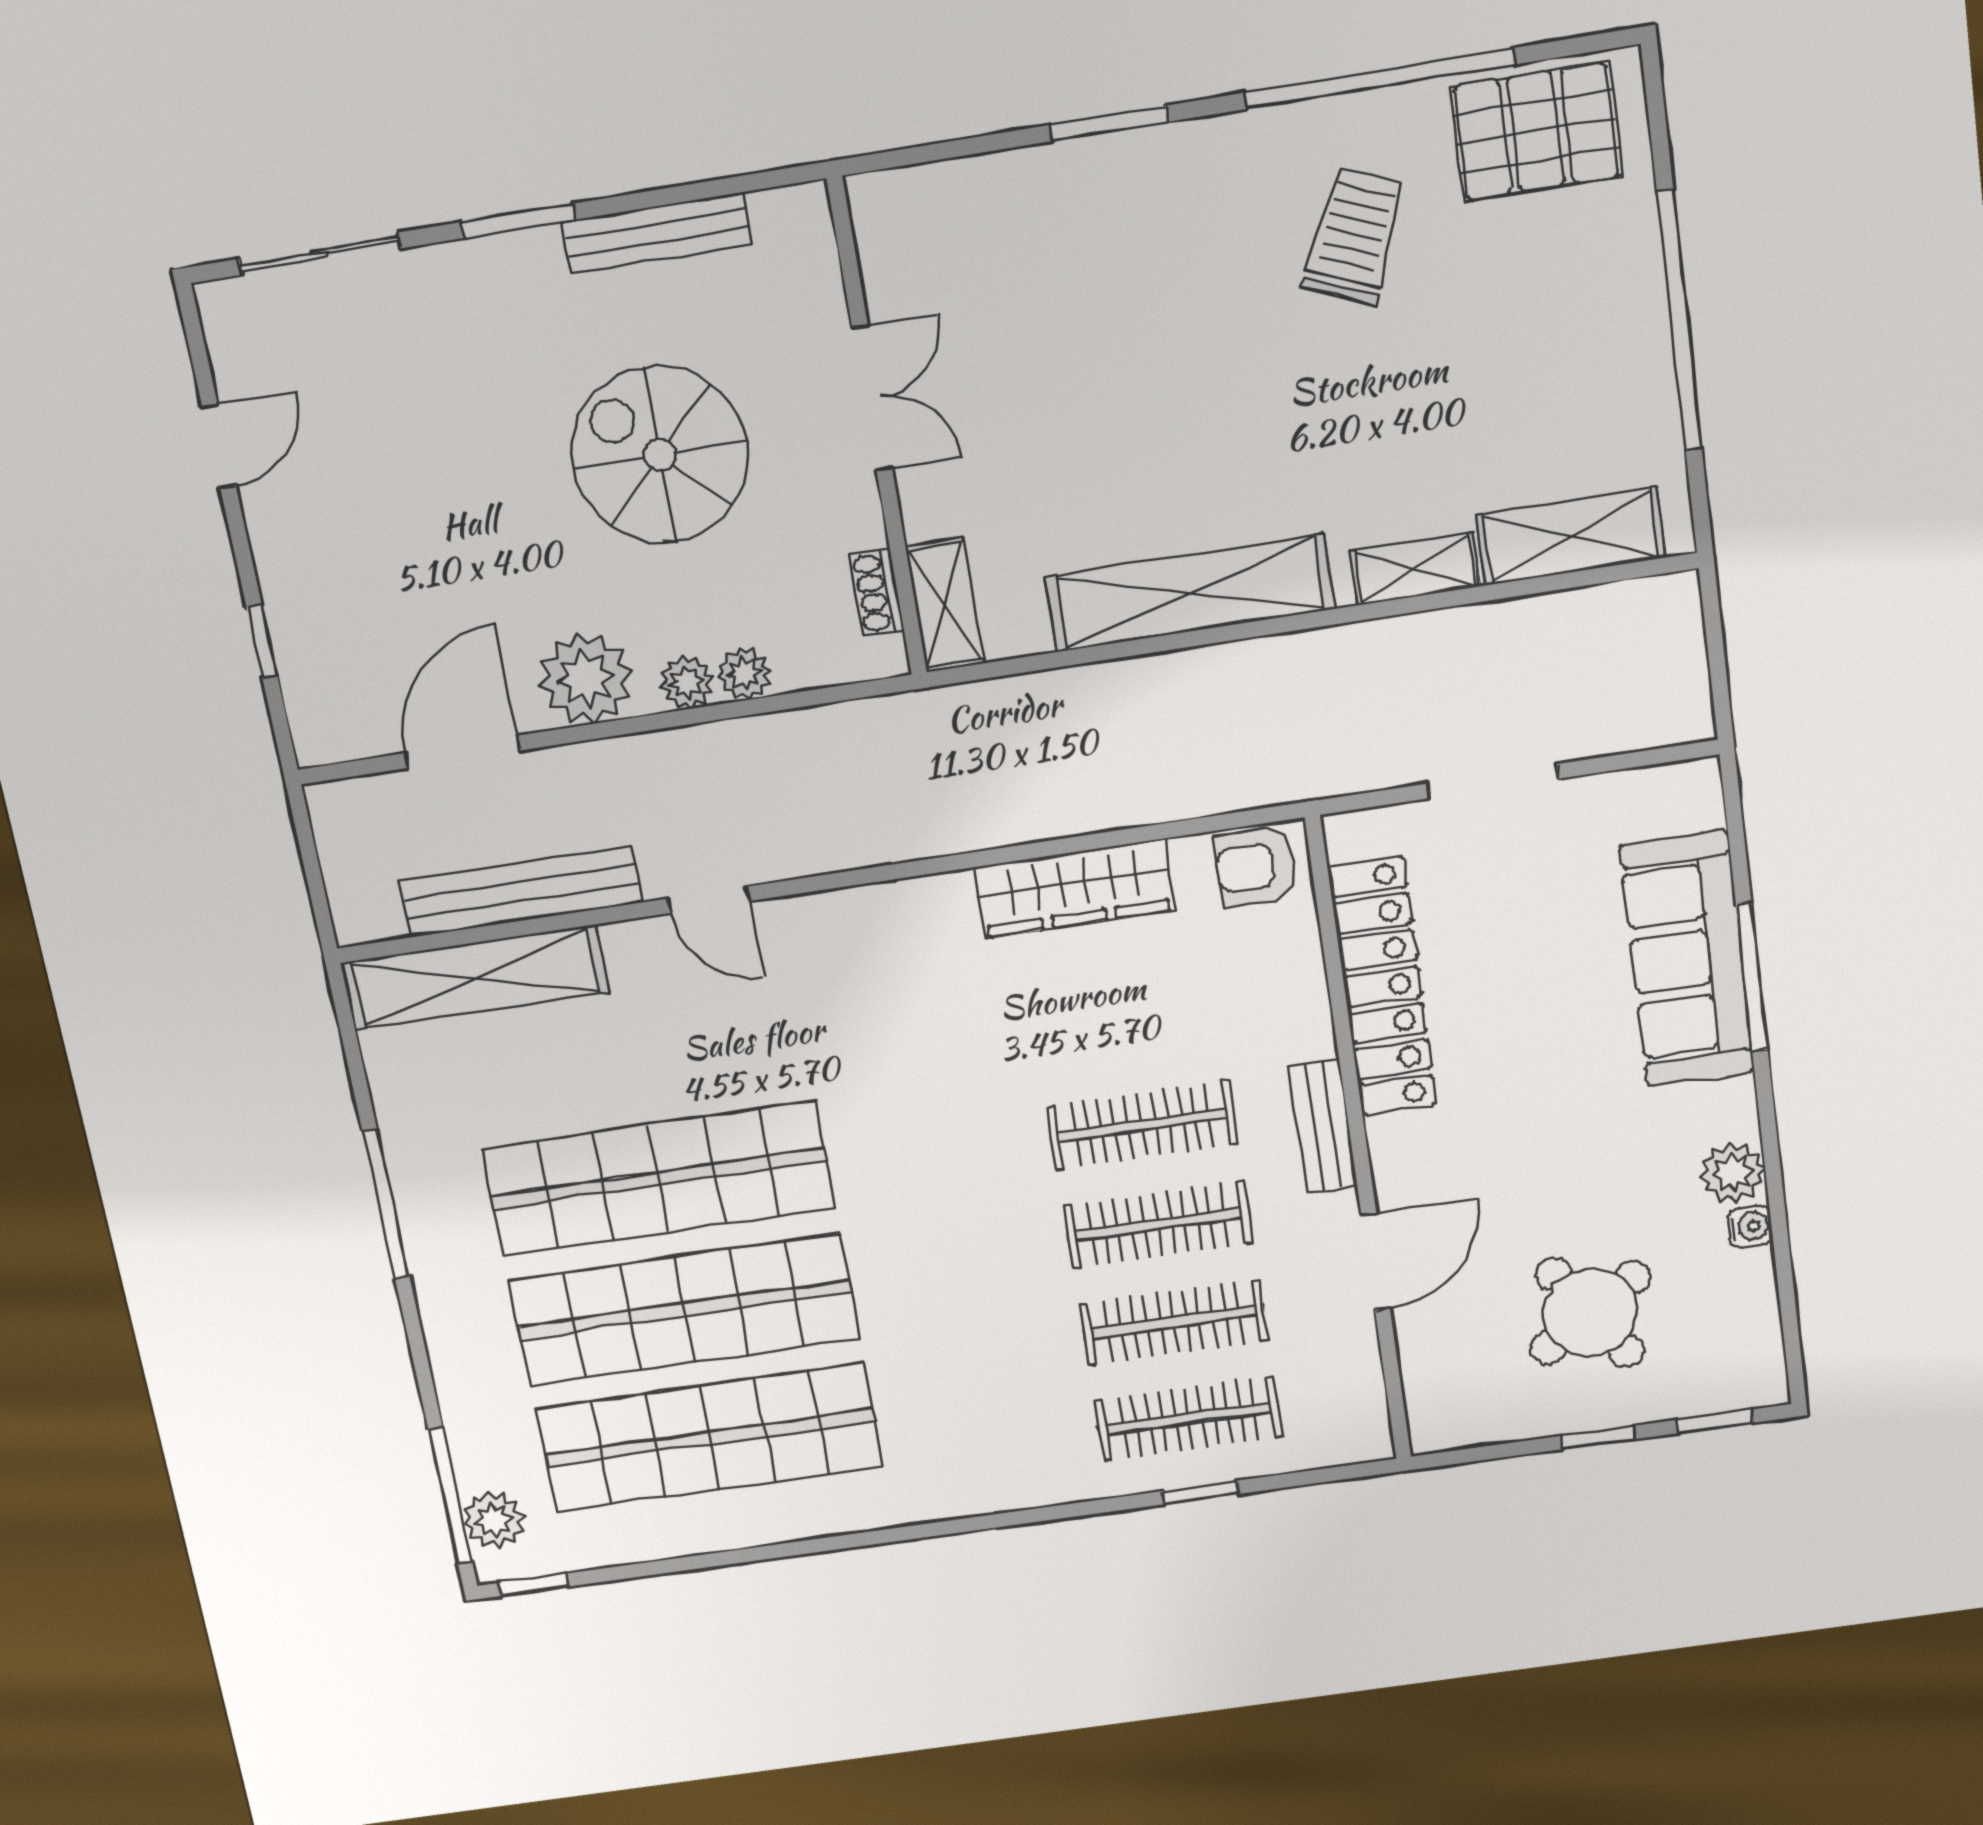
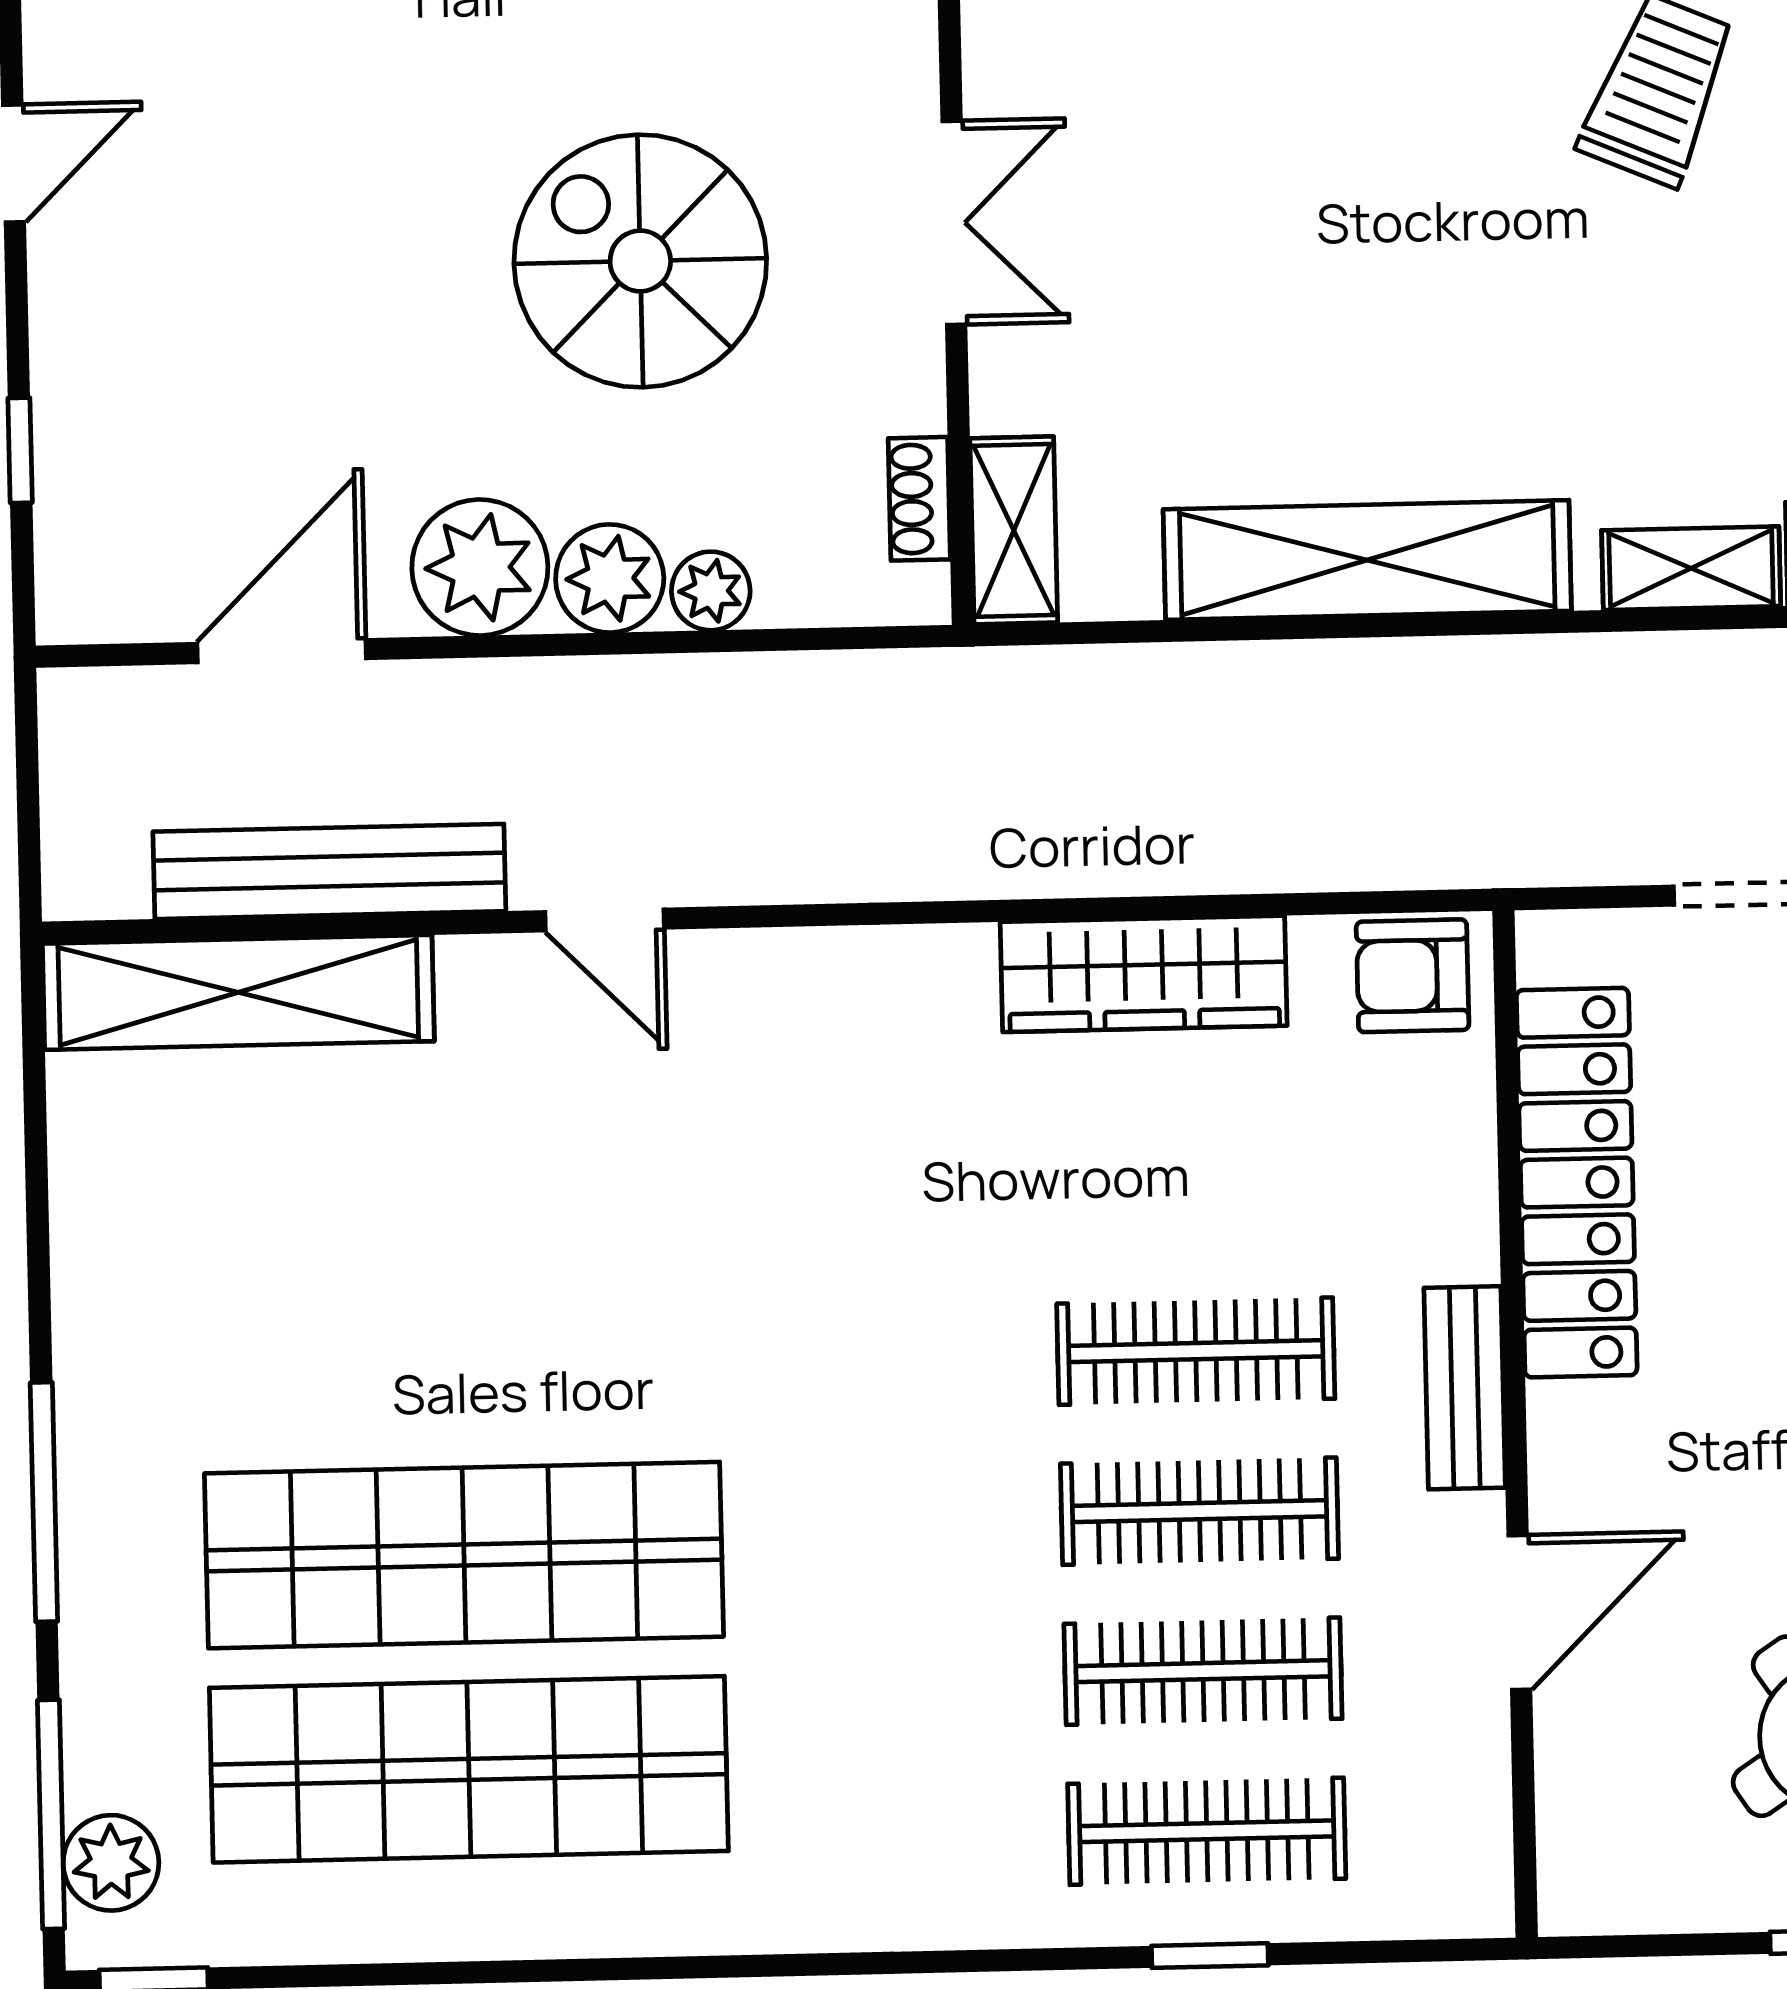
plant: (686, 683) -> (610, 578), width x1.38, depth x1.38
shop shelf: (659, 1179) -> (459, 1341), removed
window: (386, 1204) -> (44, 1502), moved

